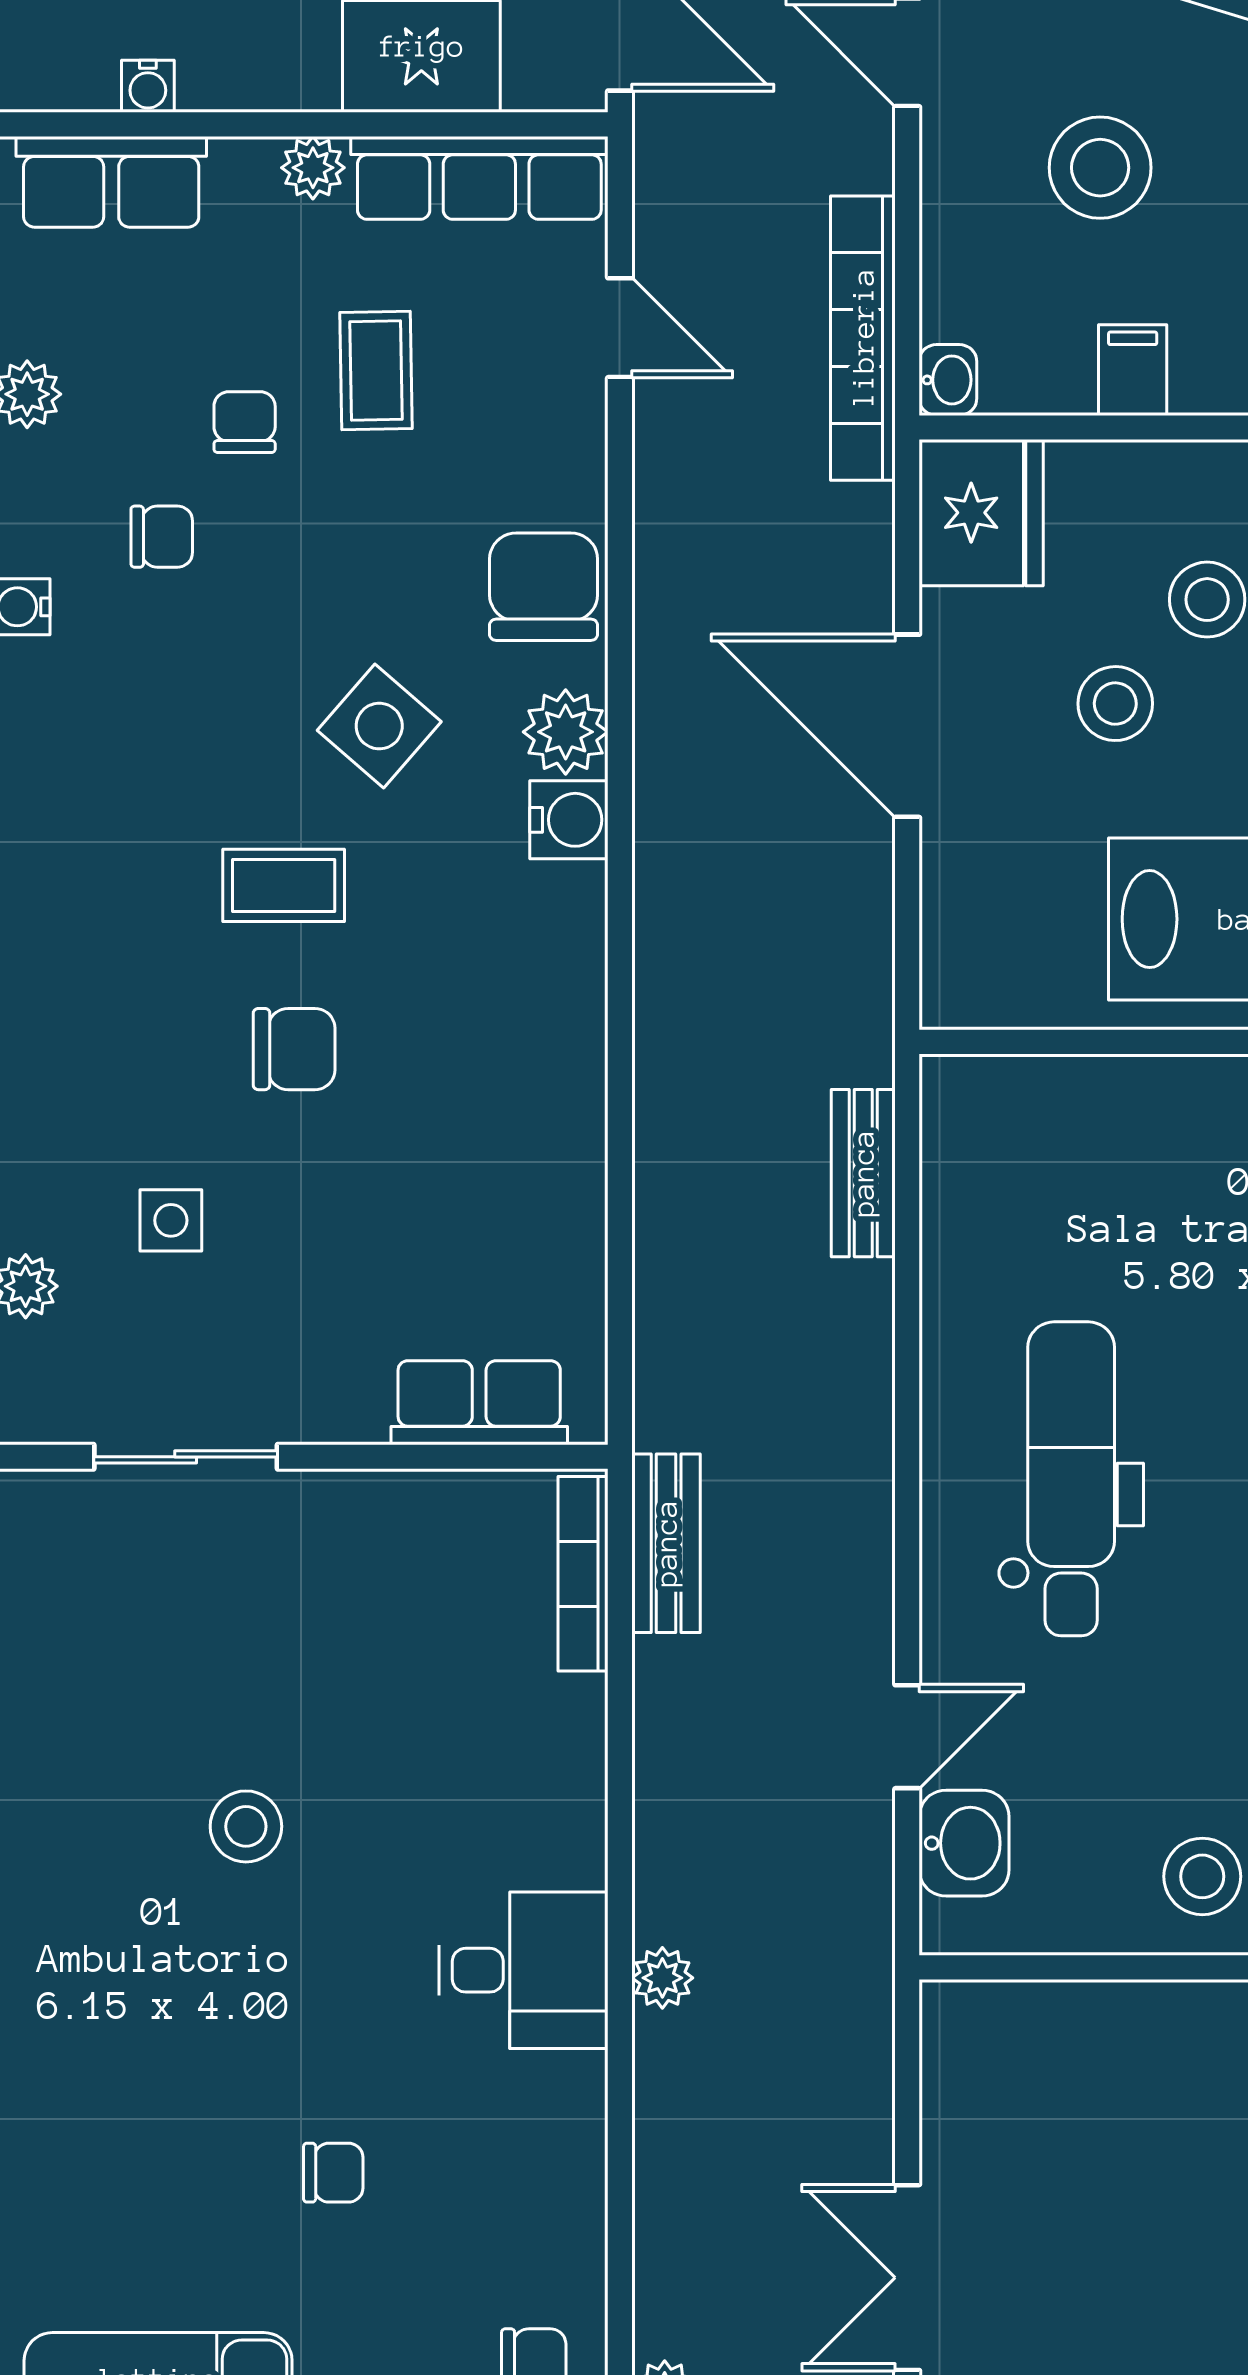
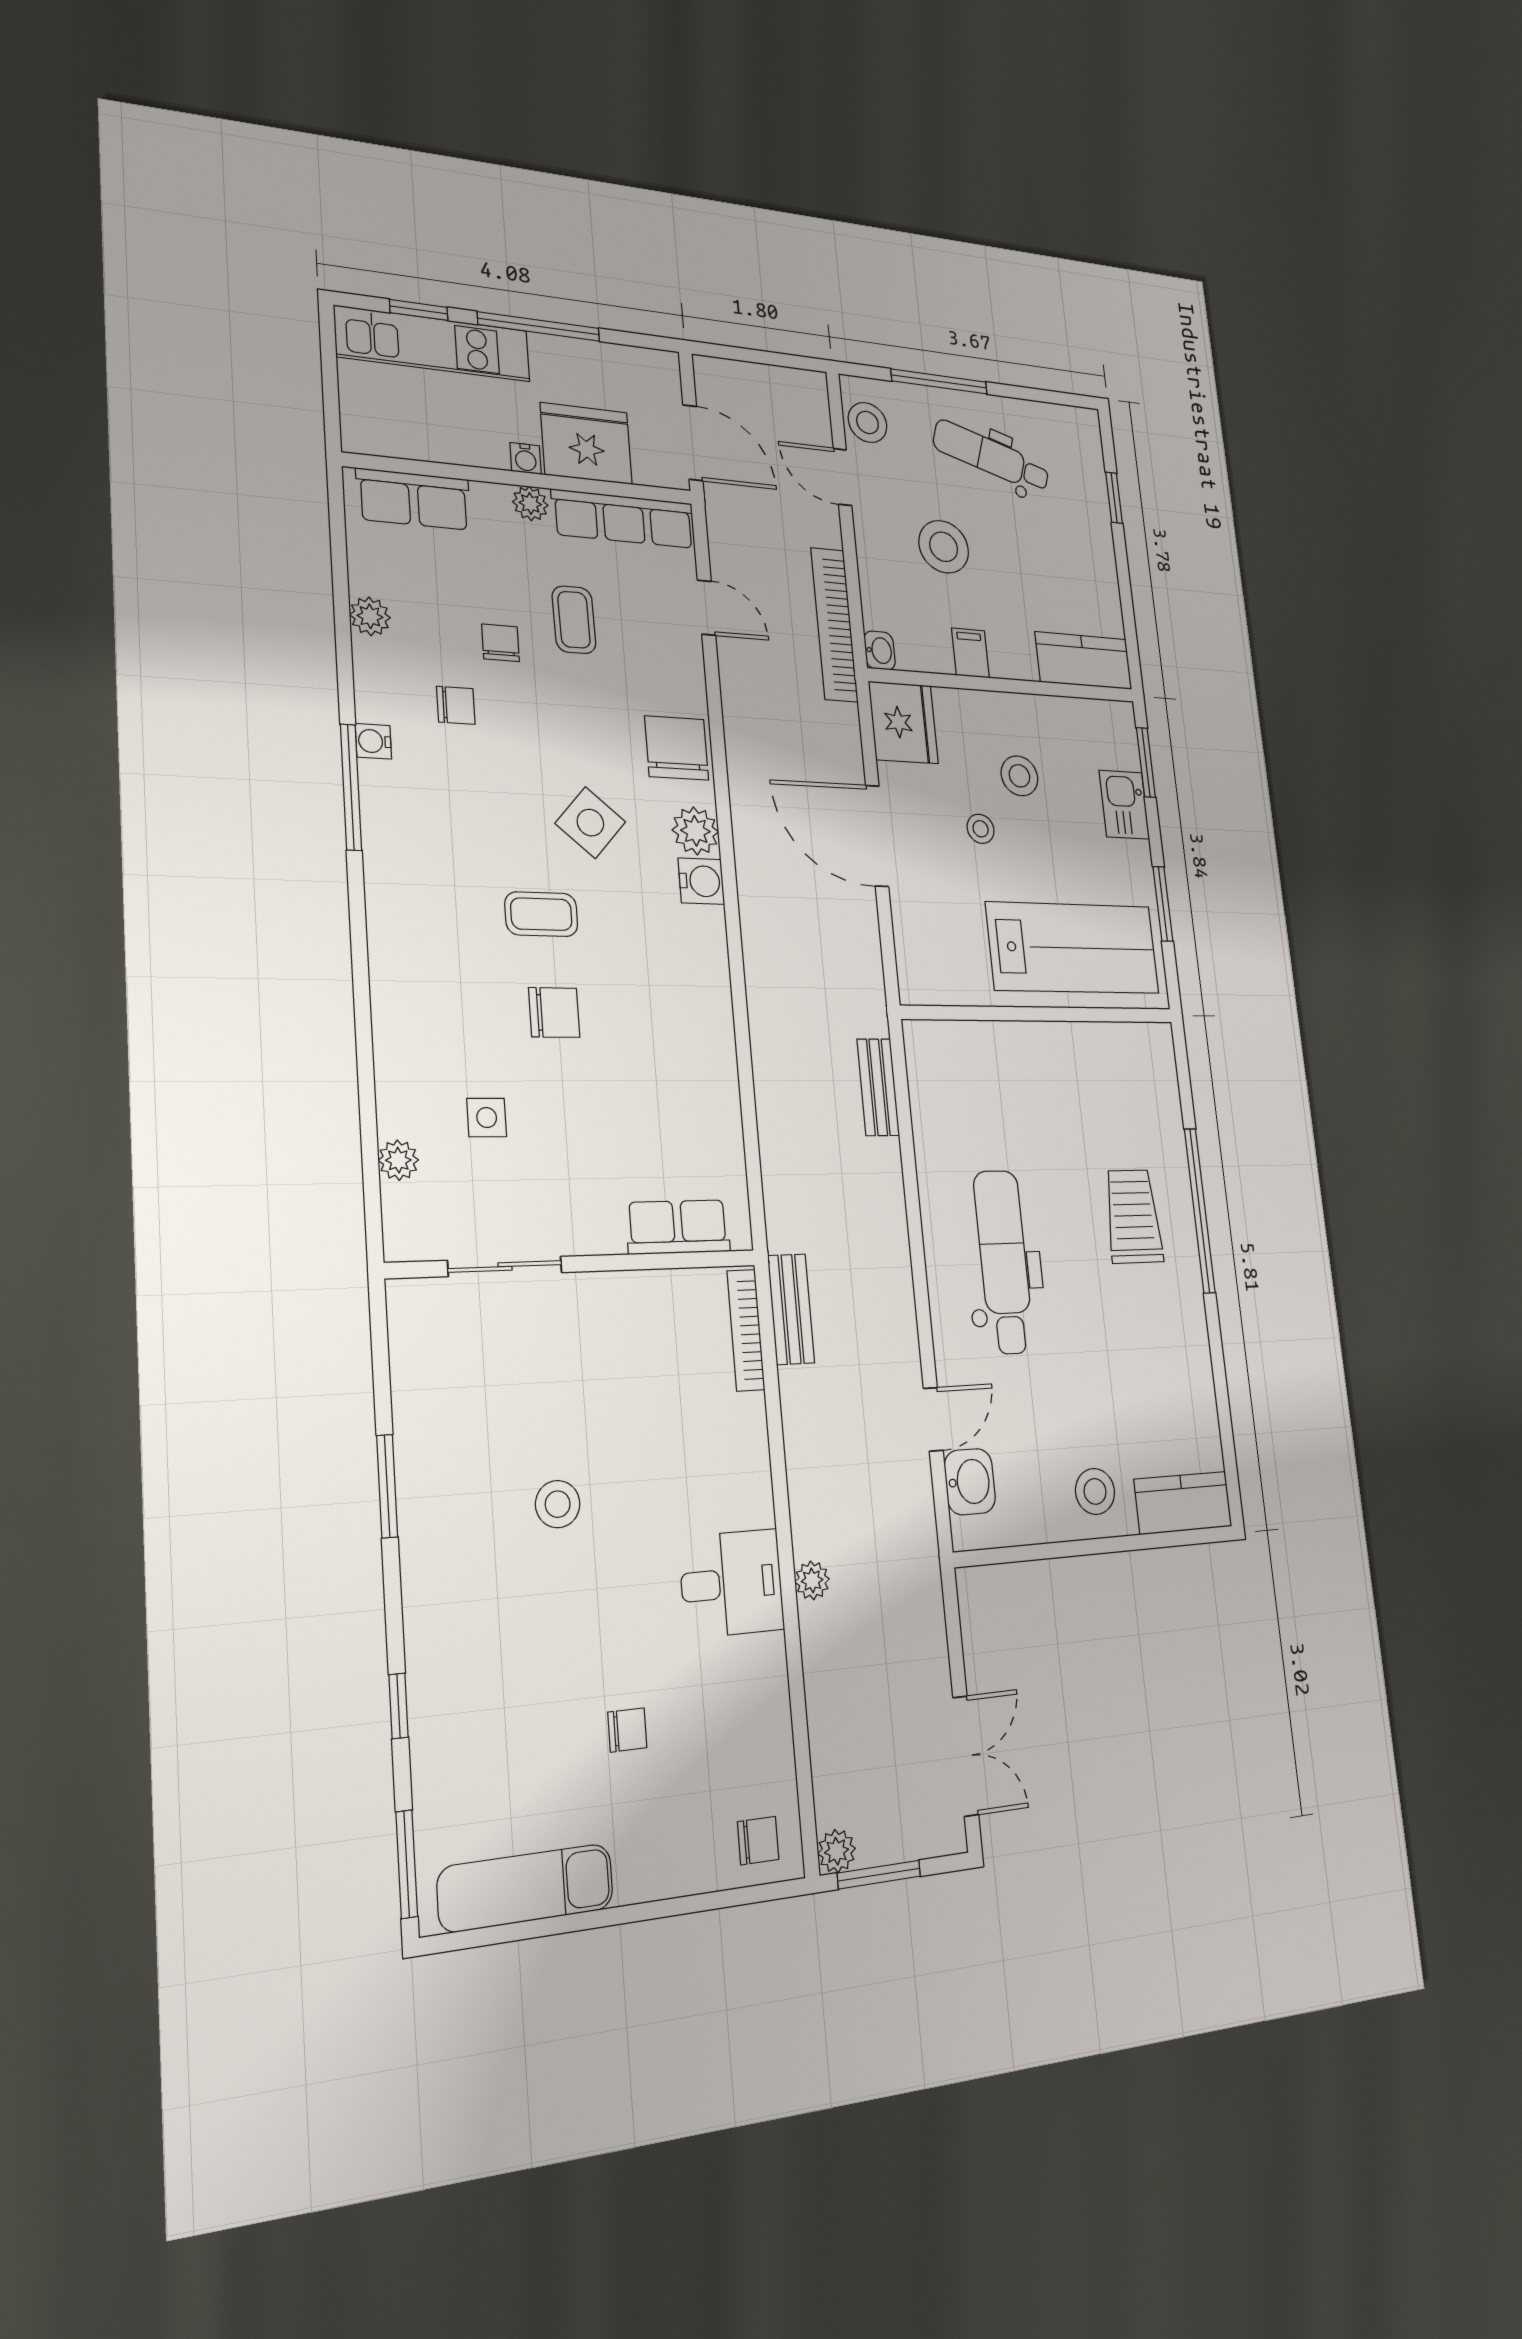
water cooler: (148, 86) -> (526, 458), moved
stool: (1115, 704) -> (981, 829), width x0.73, depth x0.73
double door: (907, 2278) -> (966, 1756), swing flipped

